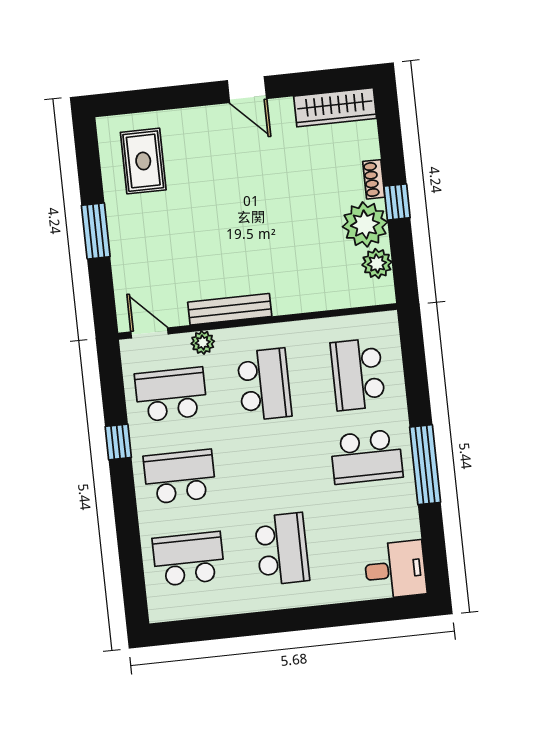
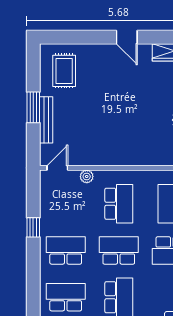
bench: (230, 309) -> (46, 120), moved, turned 90
door: (150, 333) -> (57, 168), hinge flipped
school desk: (171, 394) -> (119, 250), moved

